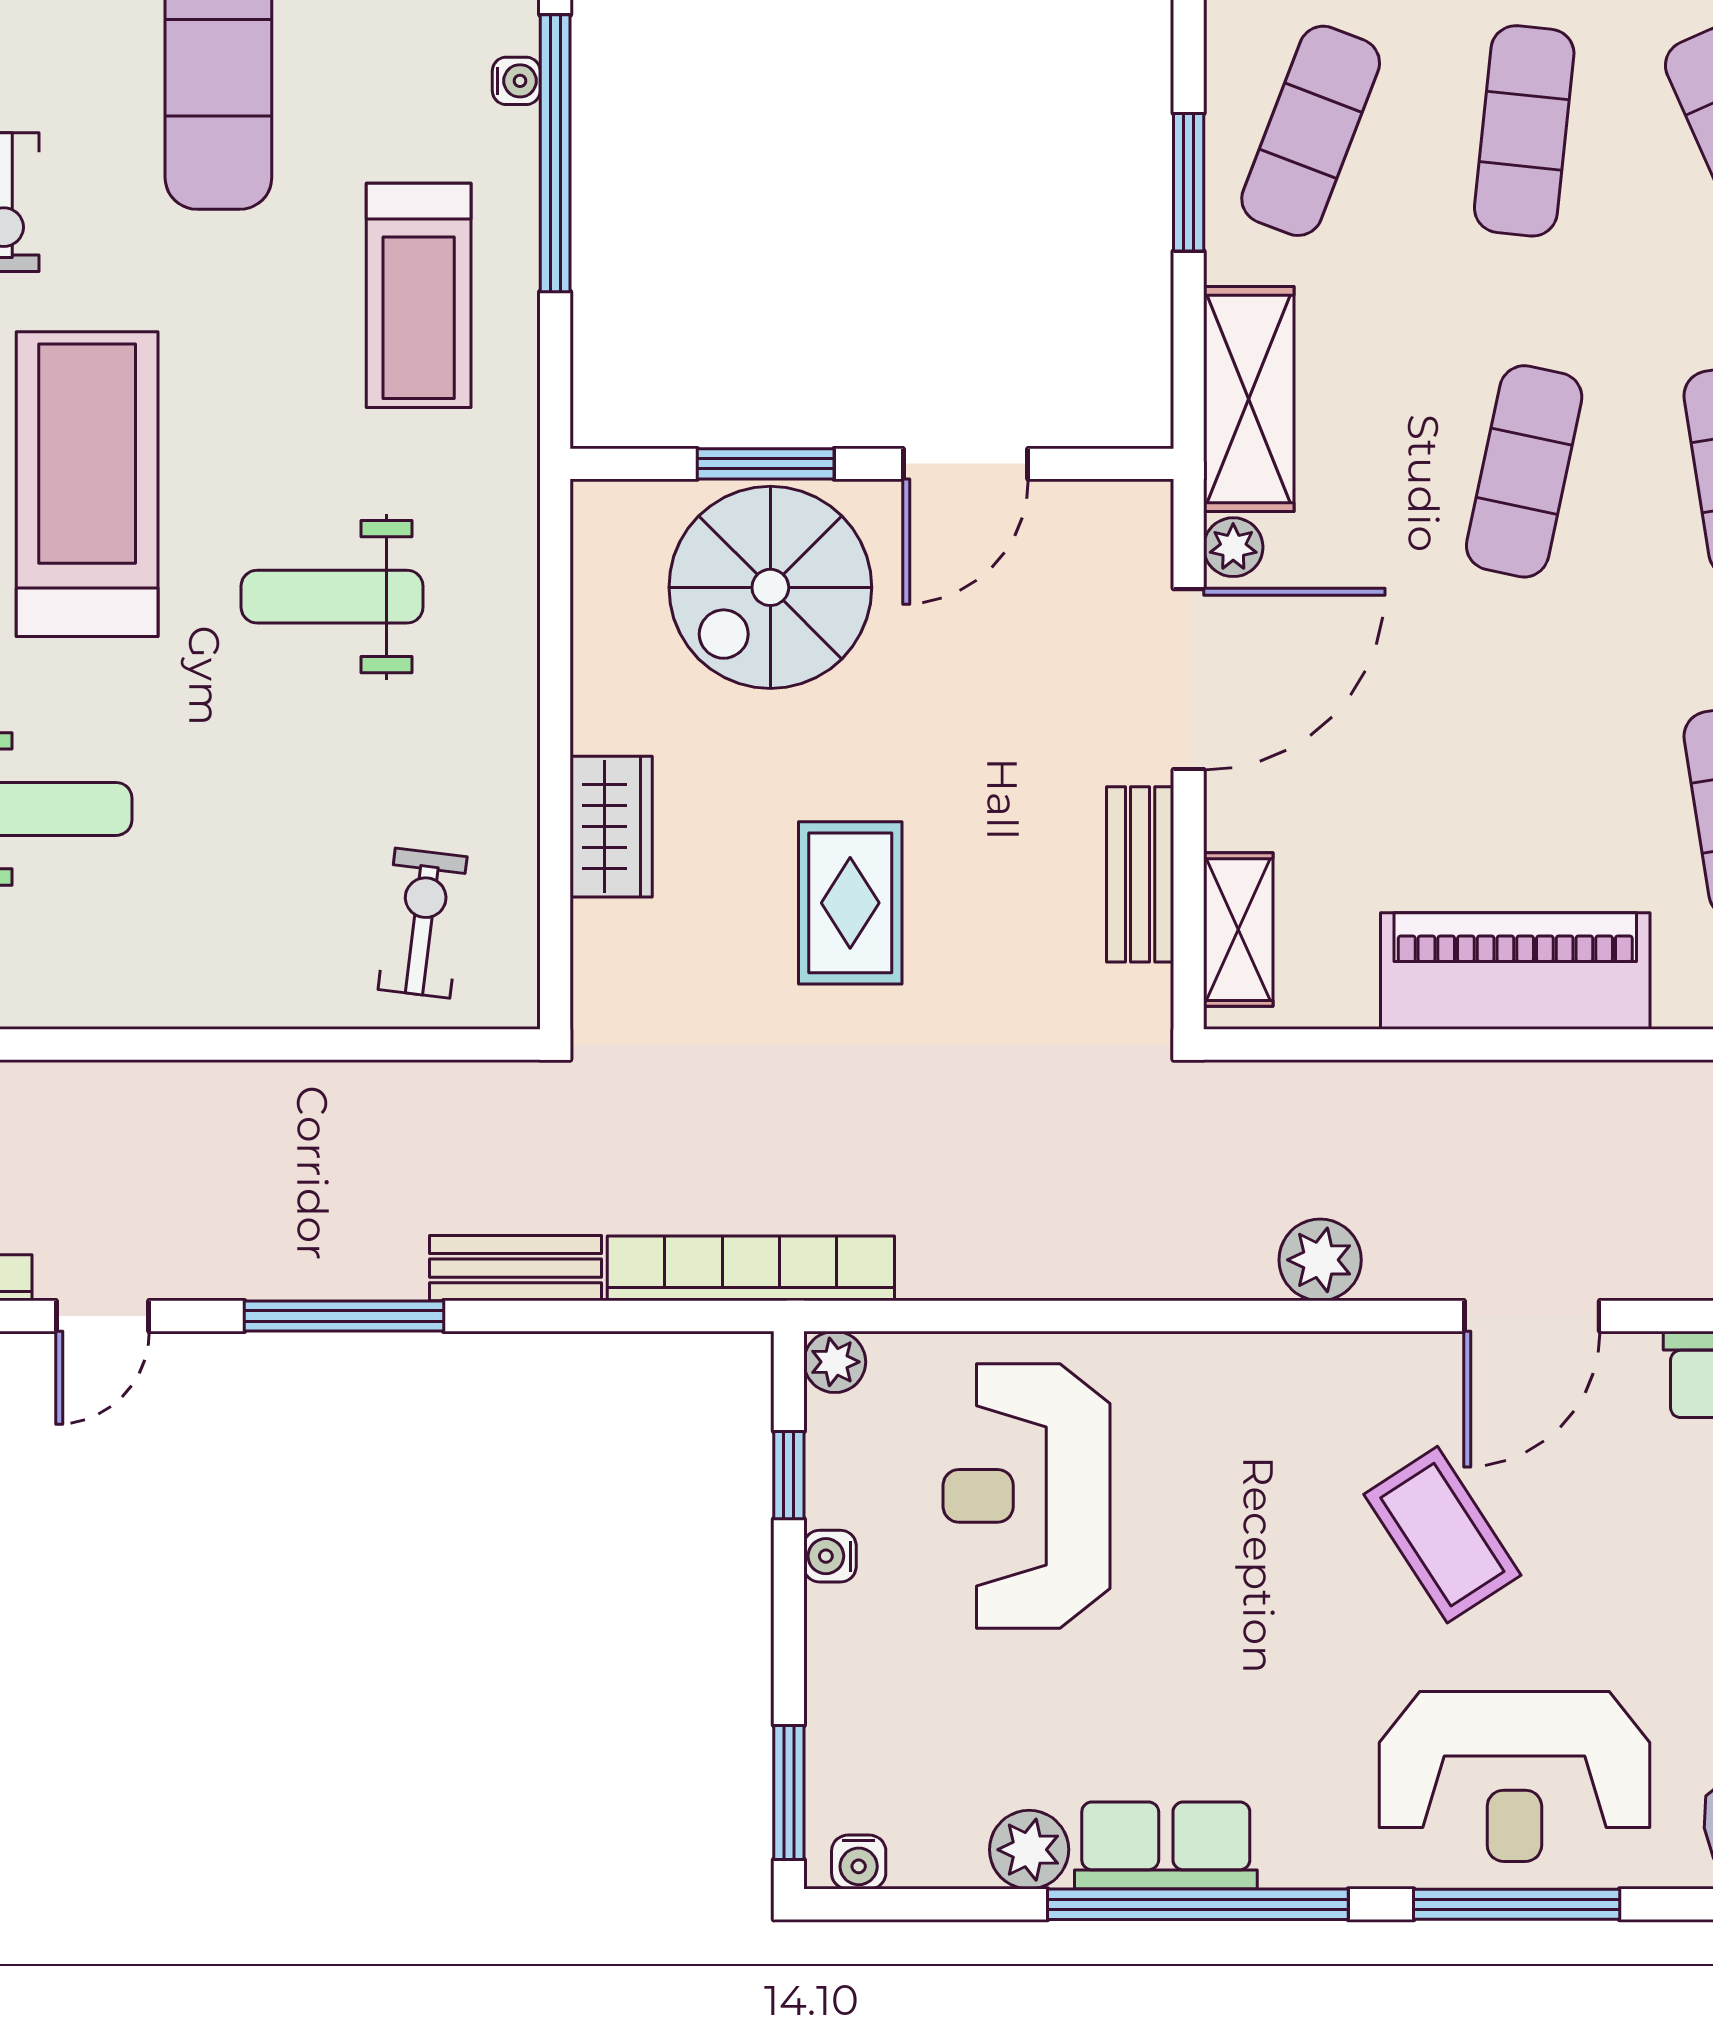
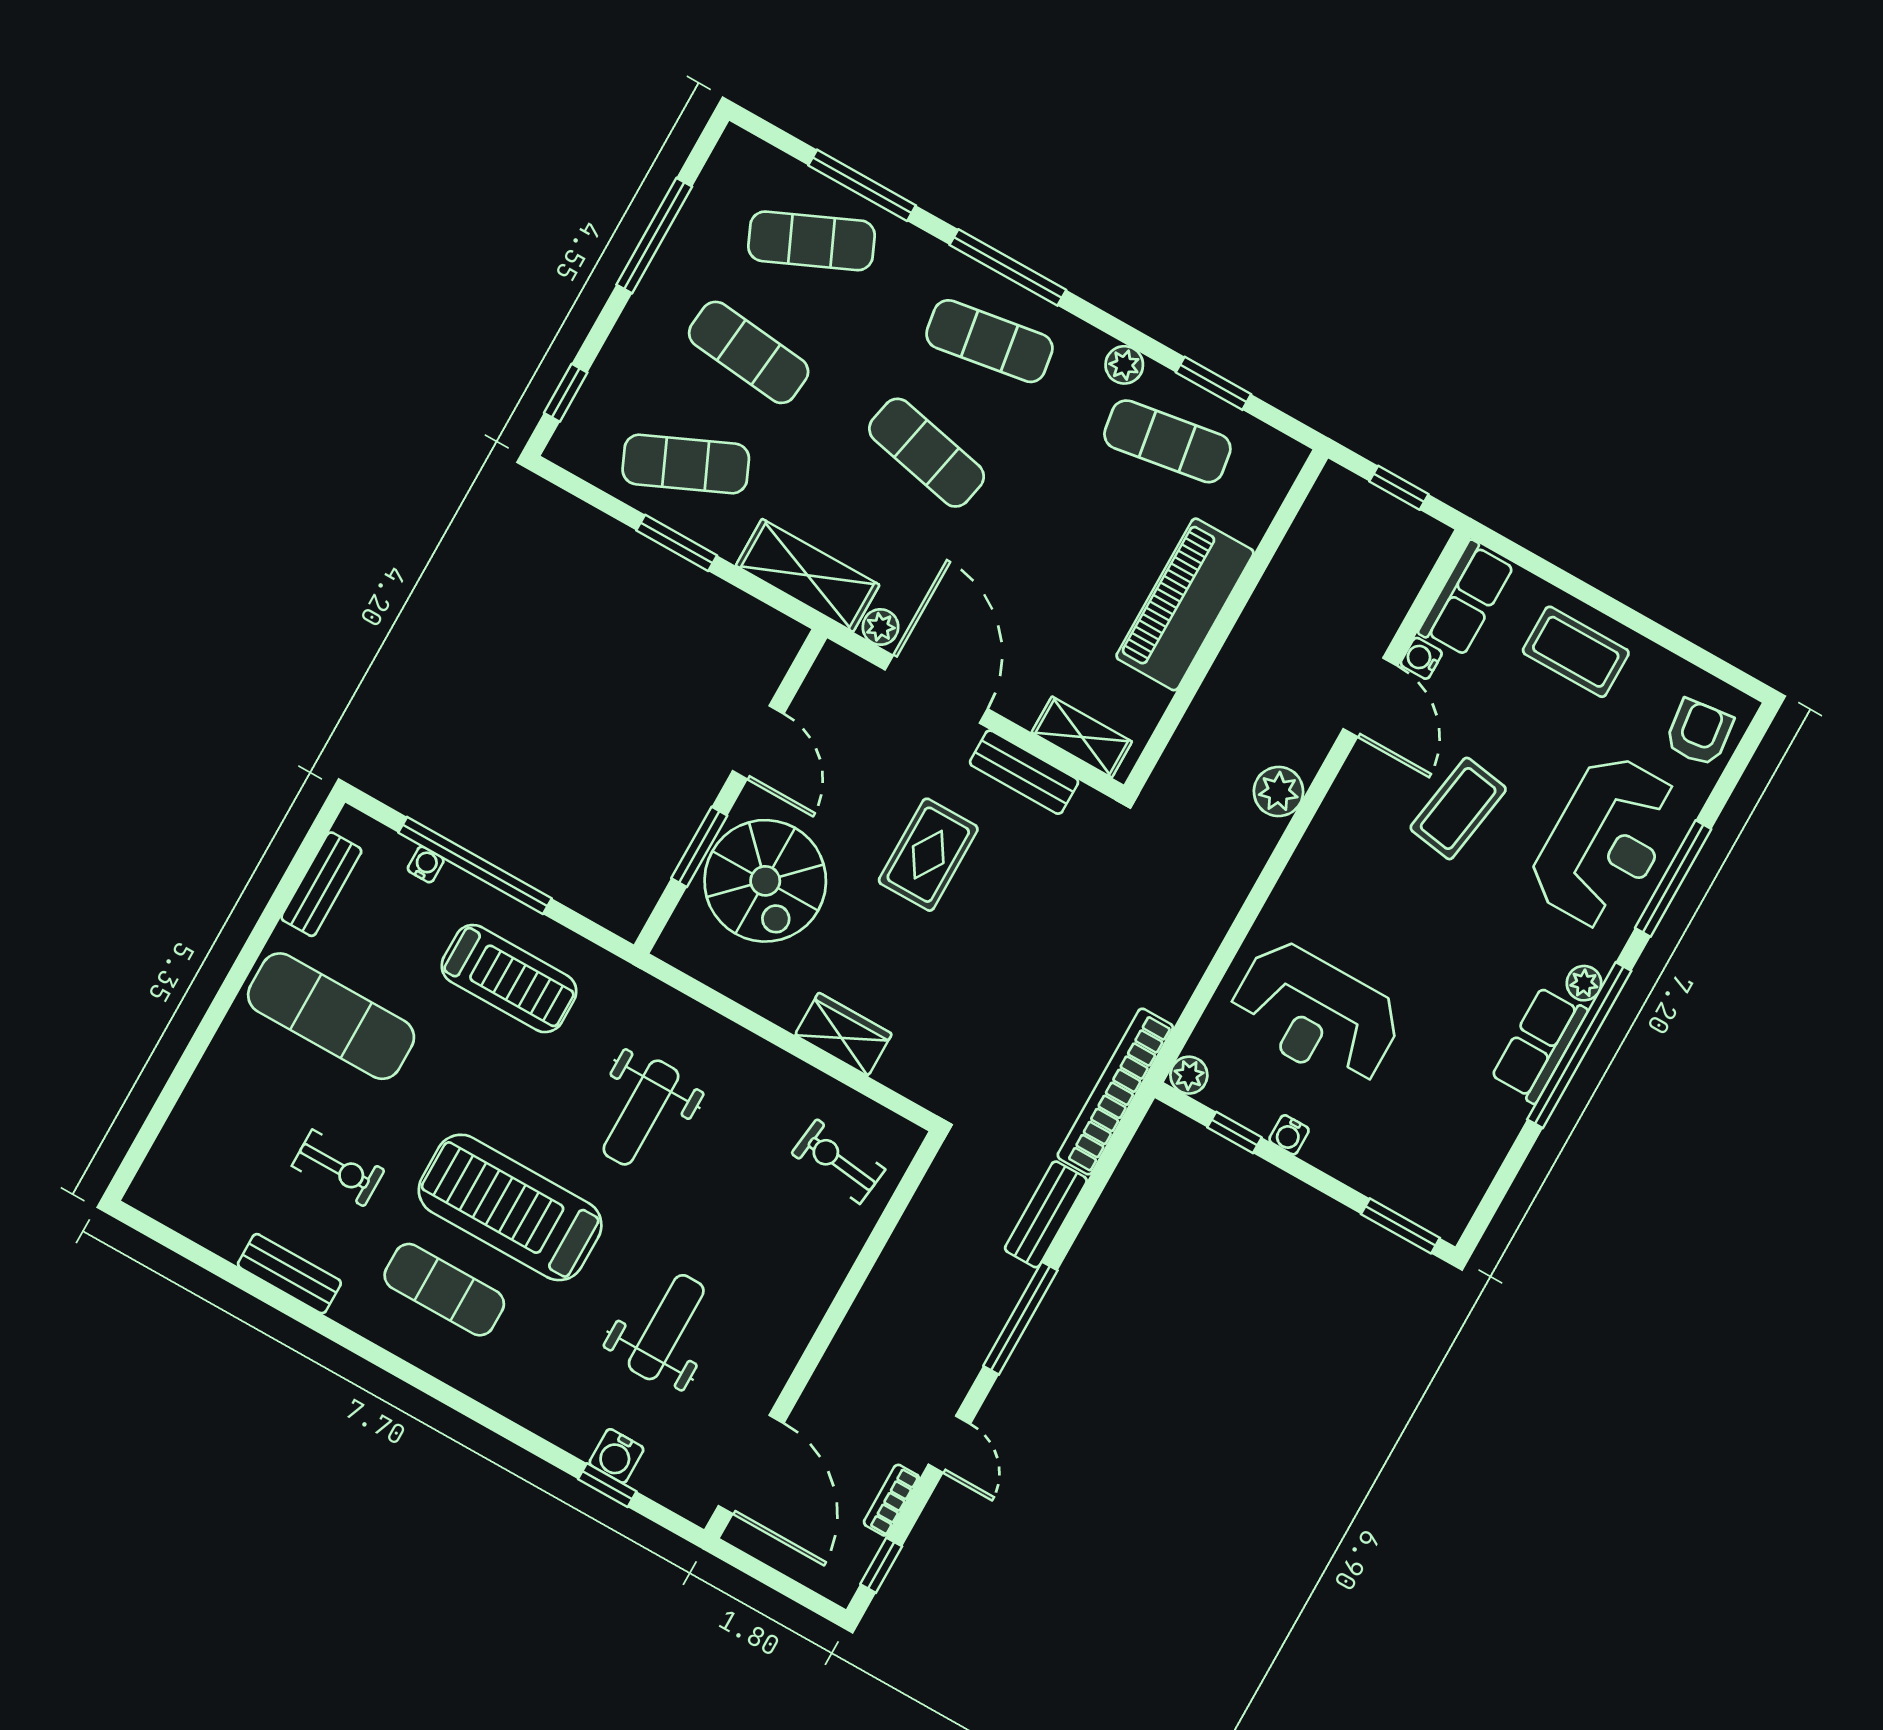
exercise mat: (1311, 131) -> (686, 464), turned -45
rug: (850, 903) -> (928, 855), moved, turned 90
coffee table: (1442, 1535) -> (1458, 809), turned -48
plant: (1029, 1850) -> (1584, 983), moved, width x0.73, depth x0.73
water cooler: (859, 1862) -> (1421, 658), moved, turned 180

